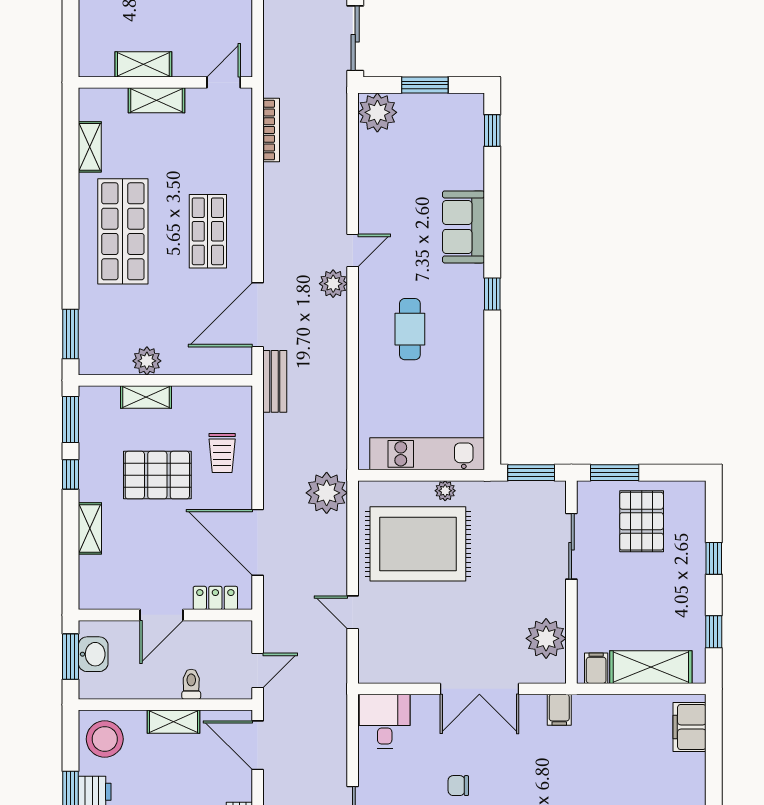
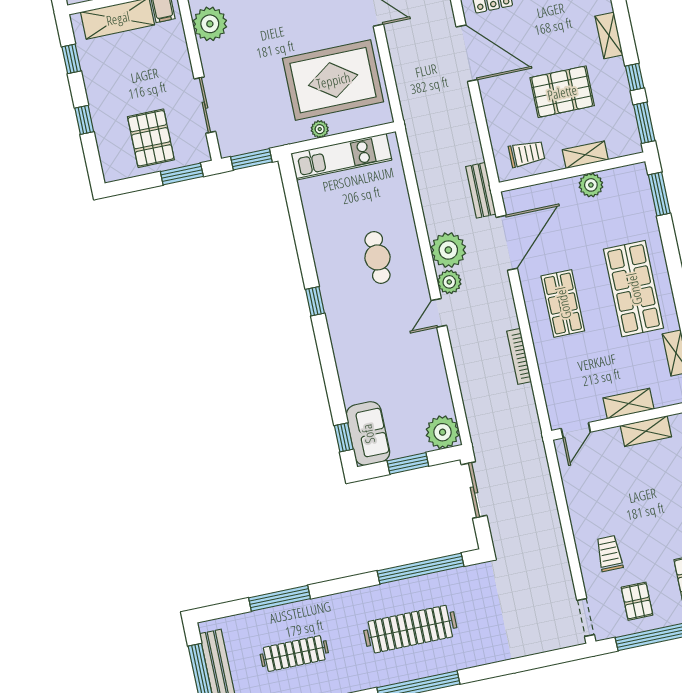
bookcase: (271, 130) -> (519, 356), moved
sofa: (464, 227) -> (368, 434), moved
trolley: (222, 453) -> (527, 154), moved, turned 90
plant: (327, 493) -> (448, 250), moved

